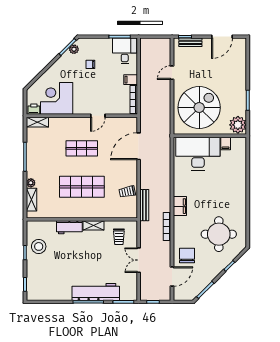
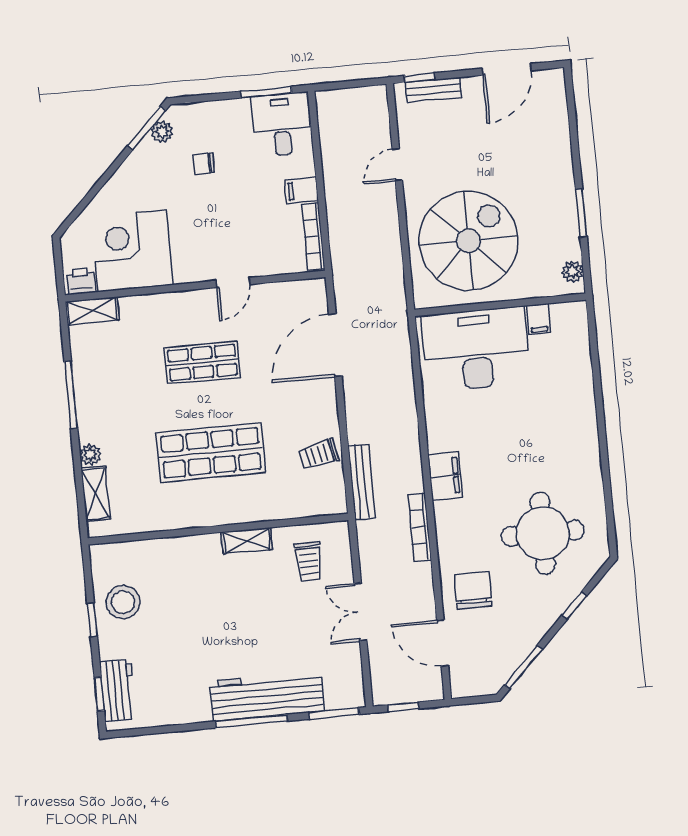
plant: (238, 125) -> (573, 272), width x0.53, depth x0.53
workbench: (69, 227) -> (118, 690), moved, turned -90
door: (172, 276) -> (442, 643), swing flipped

